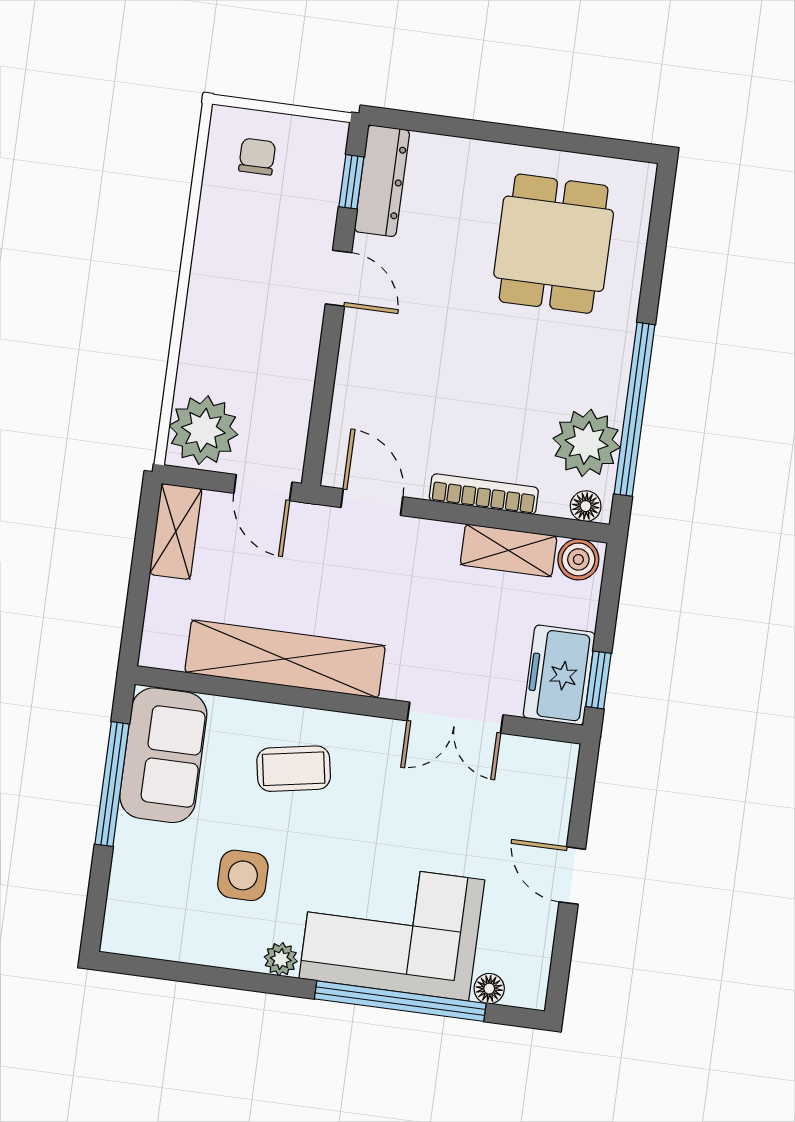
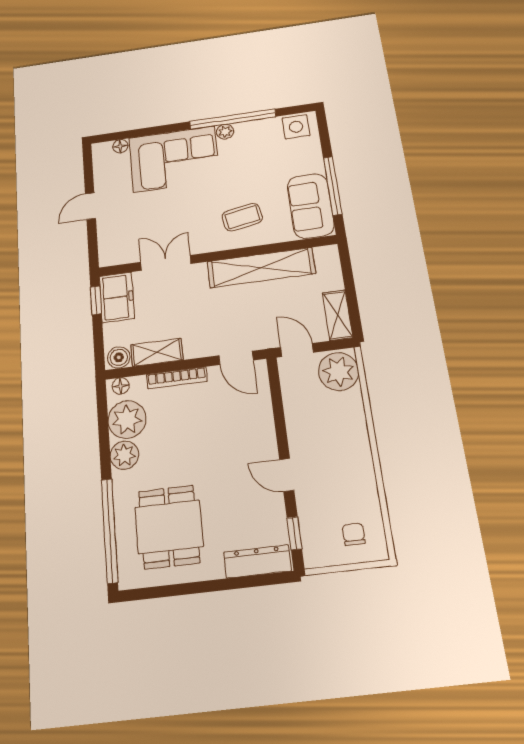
chair: (257, 157) -> (354, 534), turned 180
dresser: (382, 181) -> (257, 561), moved, turned 90
plant: (604, 382) -> (124, 455), added
window: (635, 409) -> (109, 530), moved
side table: (243, 875) -> (296, 127), moved
door: (572, 876) -> (90, 206), swing flipped
window: (400, 1001) -> (233, 119), moved

